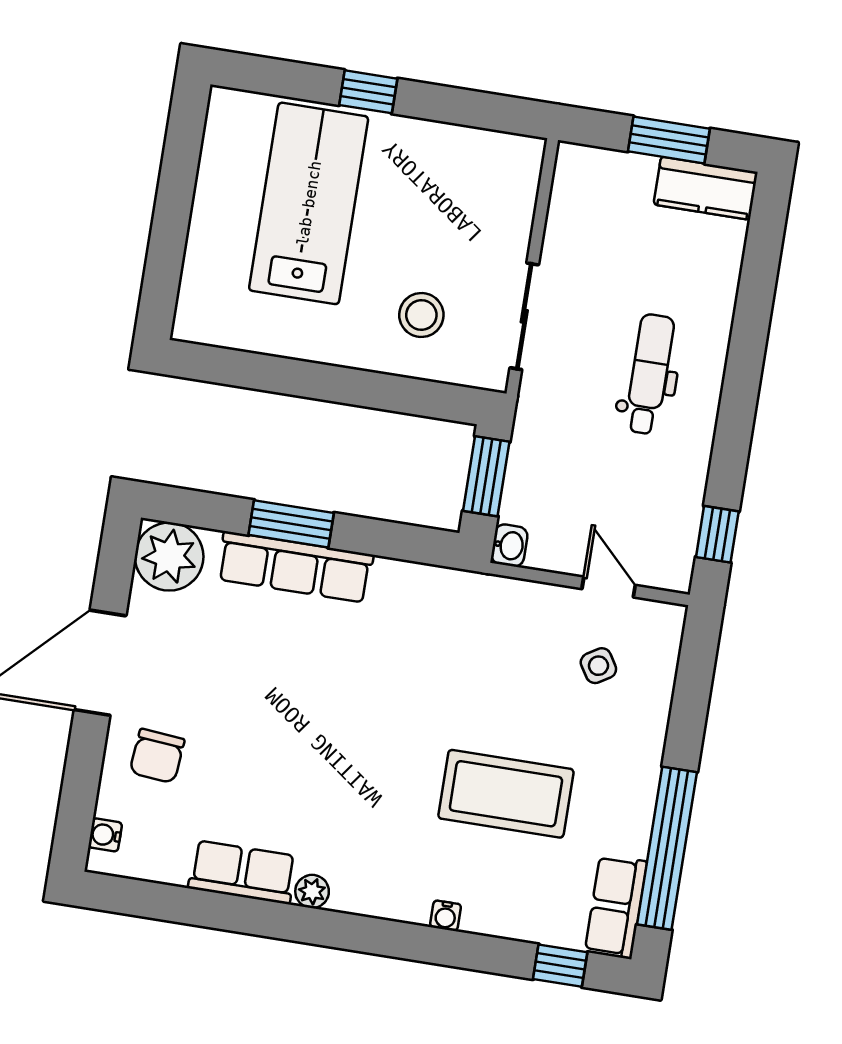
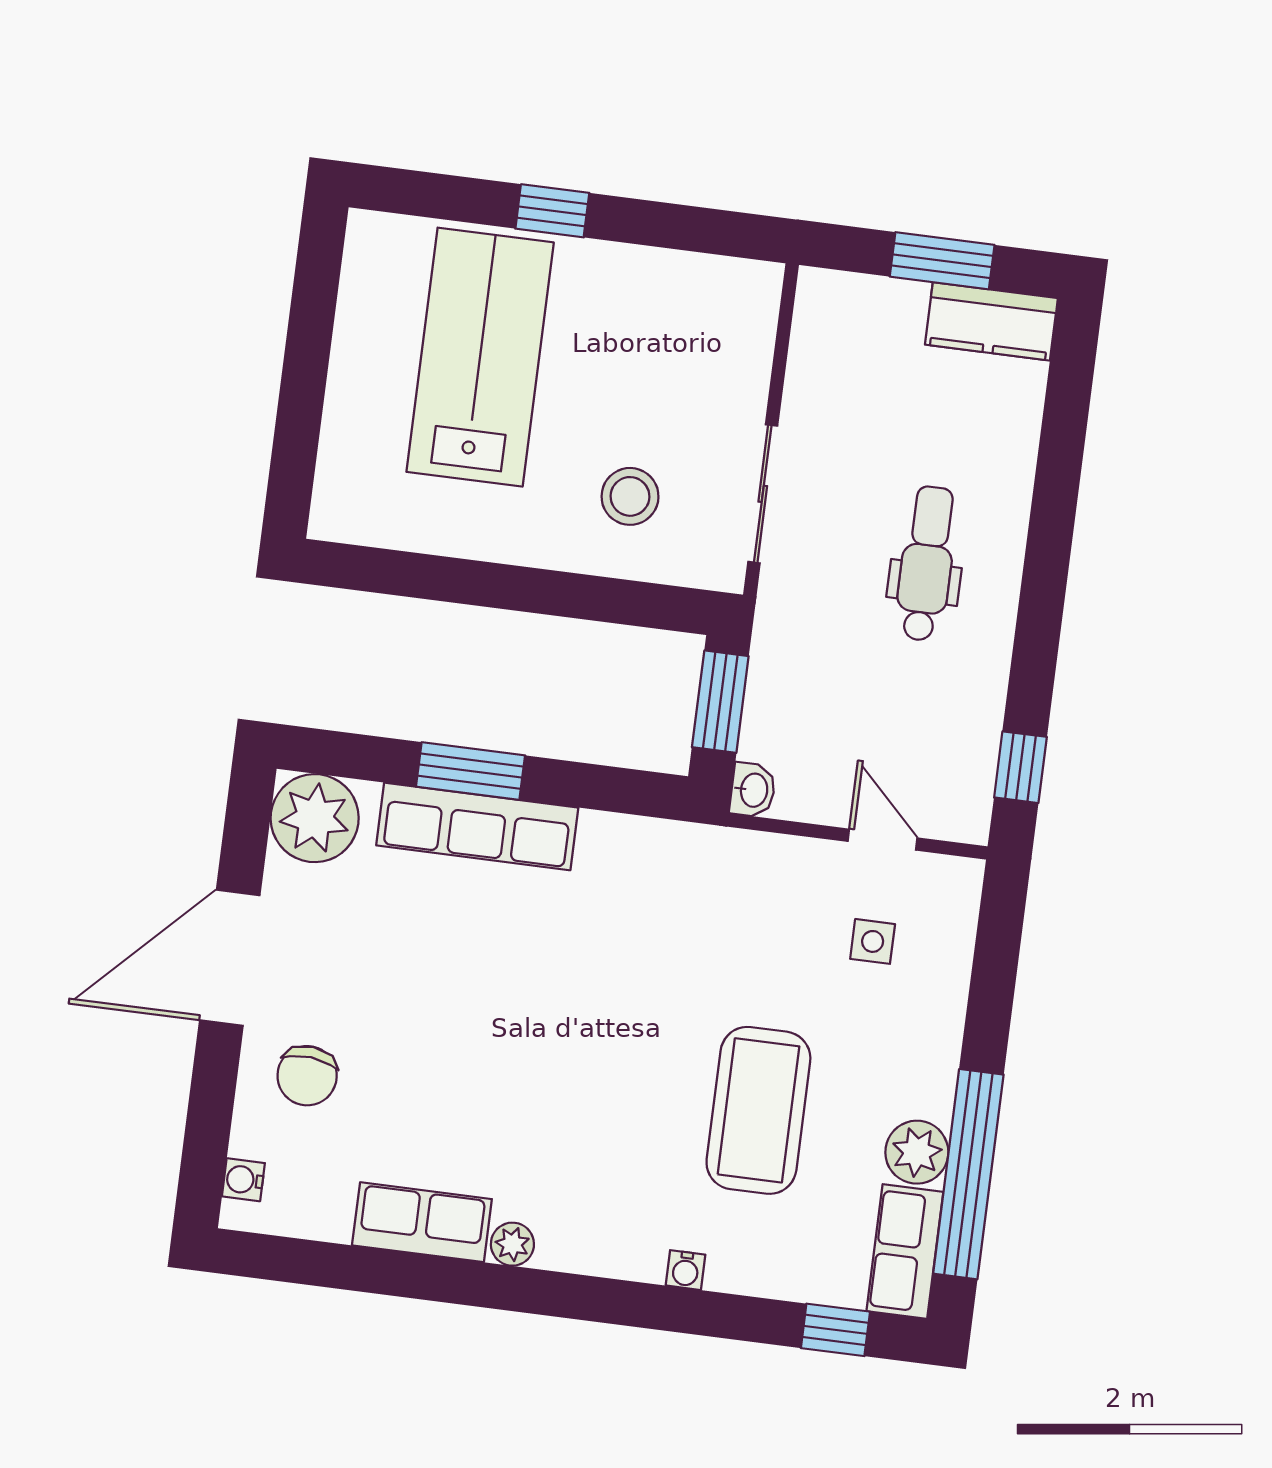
side table: (598, 666) -> (873, 941), turned 32
coffee table: (506, 794) -> (758, 1110), turned 90
plant: (628, 830) -> (917, 1152), added

